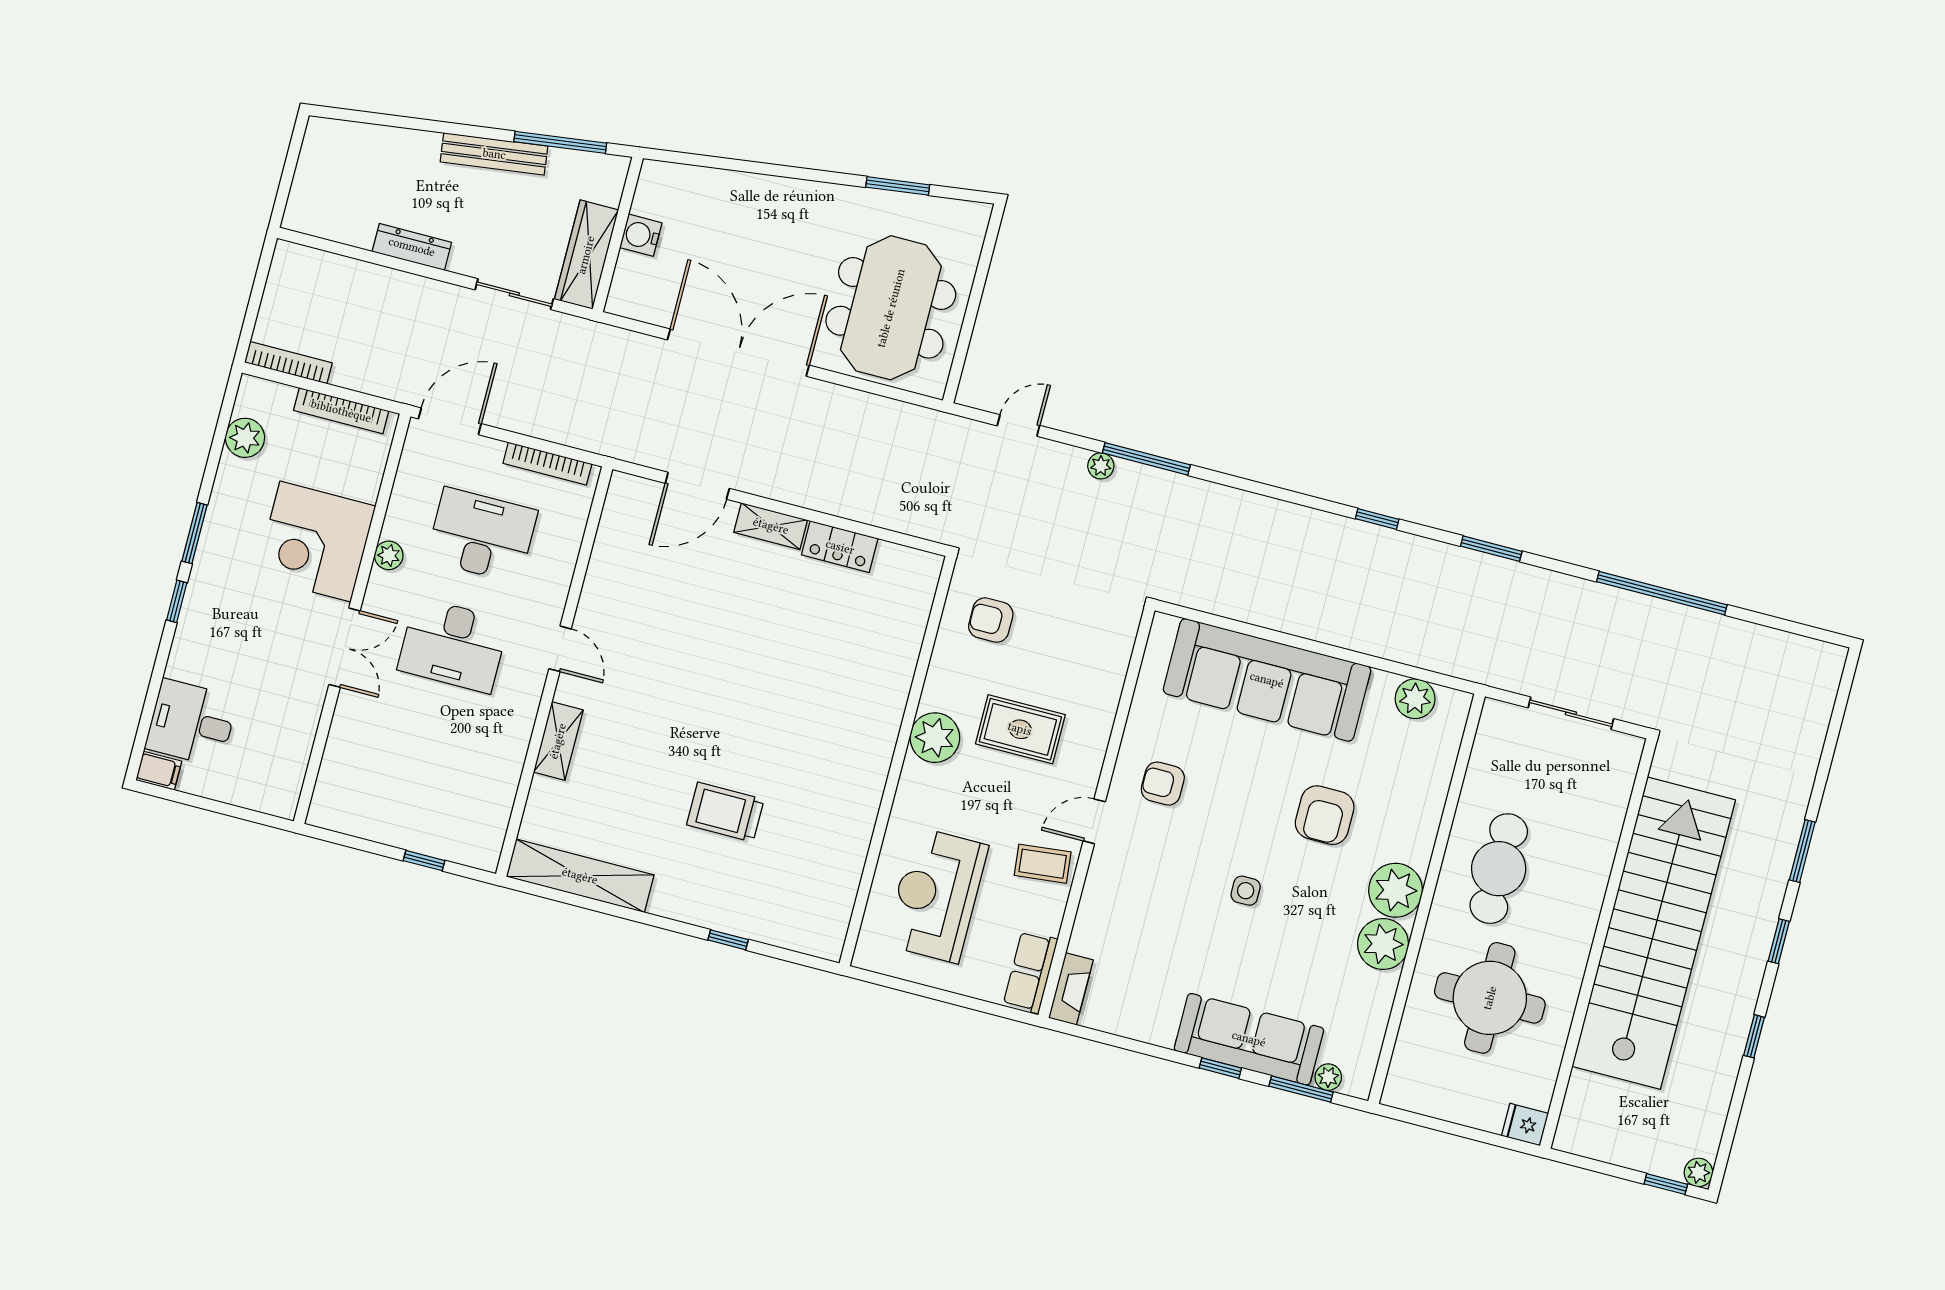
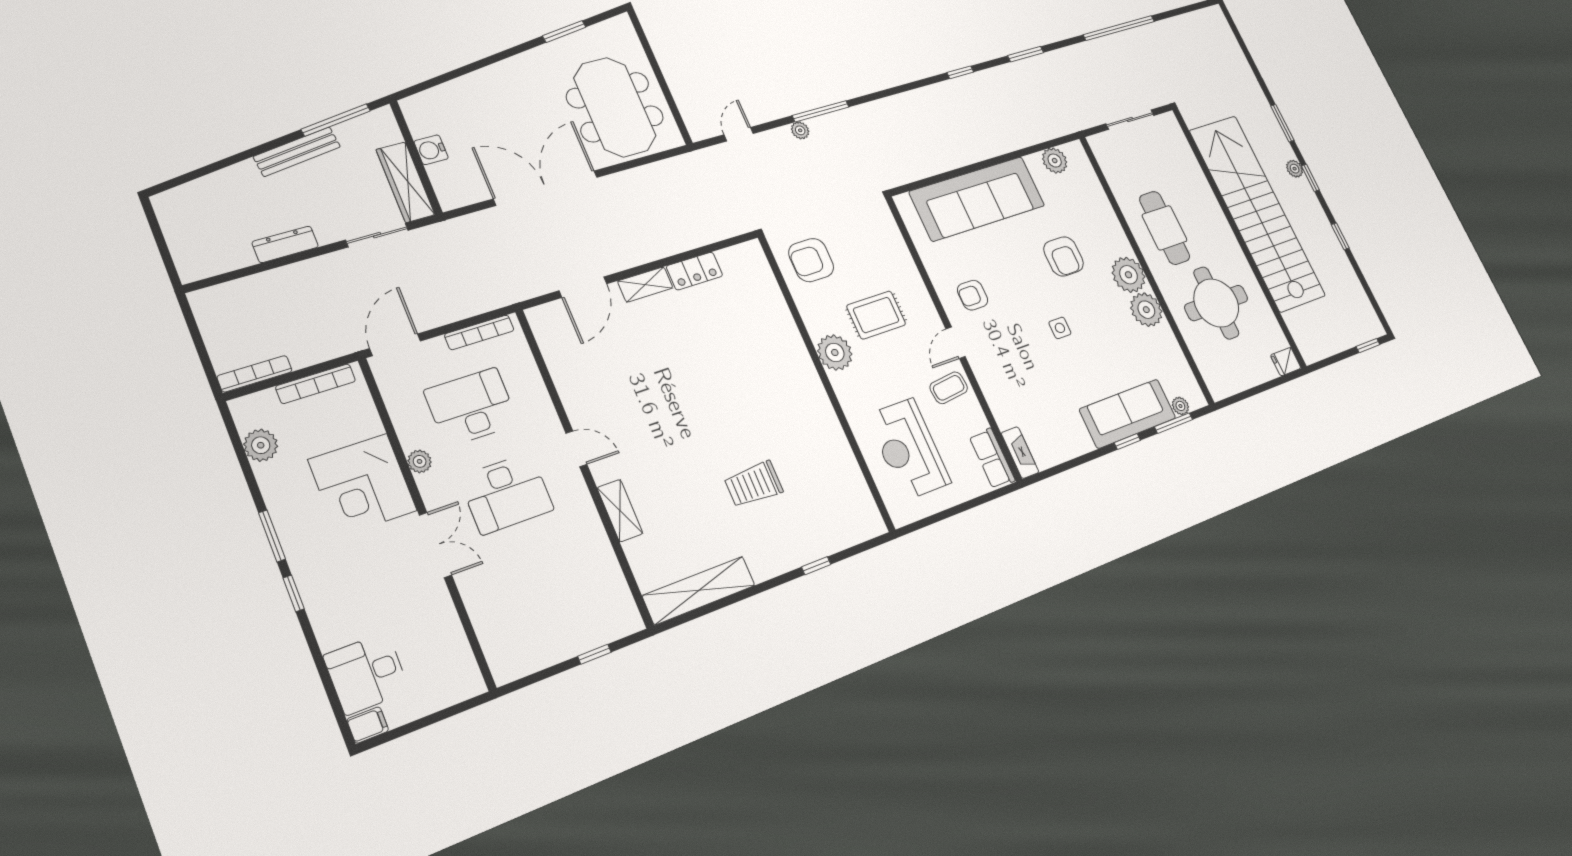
armchair: (991, 620) -> (811, 260), width x1.38, depth x1.38
plant: (1698, 1172) -> (1295, 169), moved

